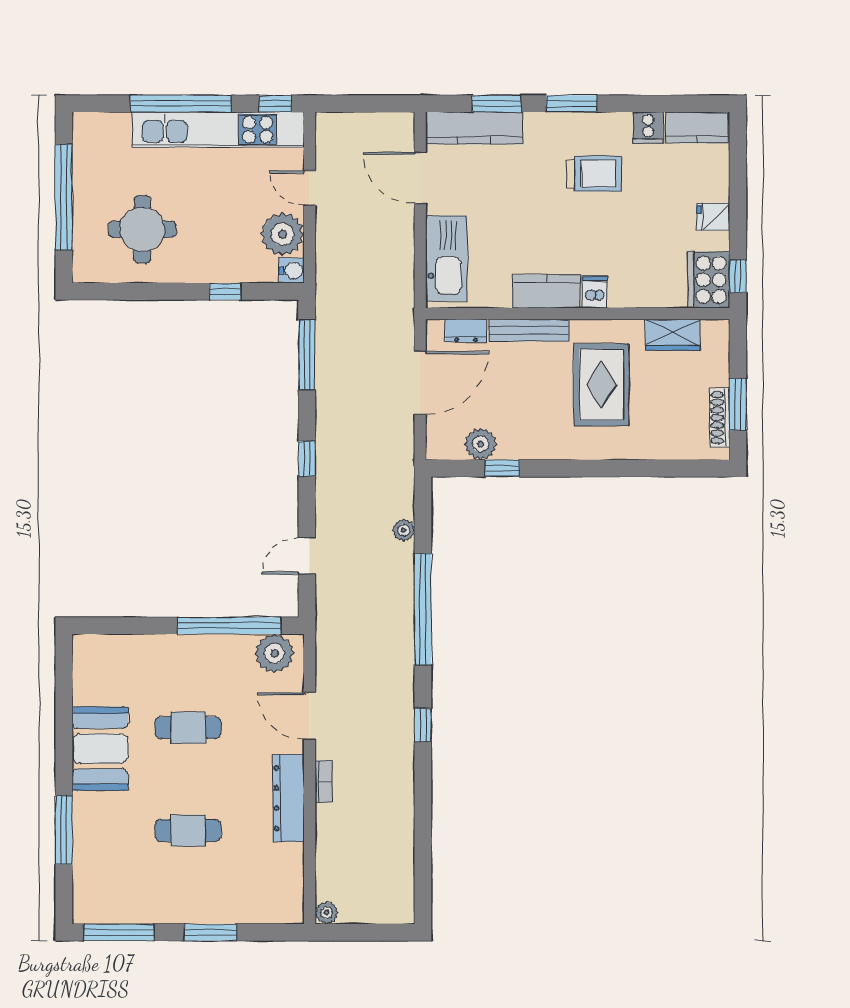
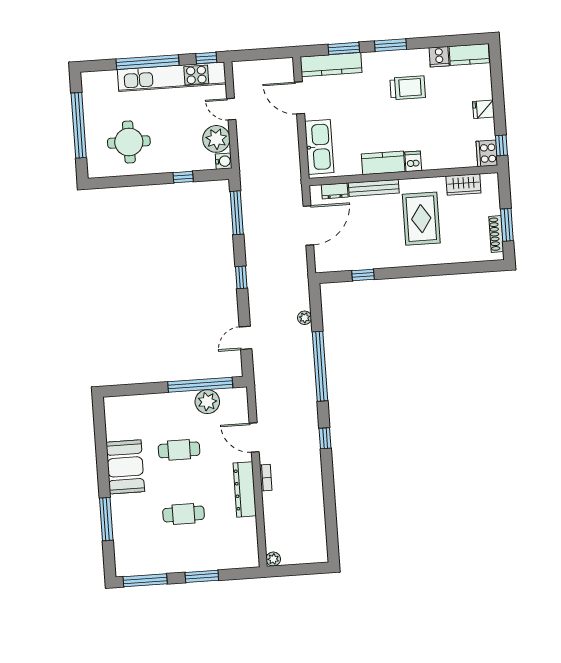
cooker: (709, 280) -> (487, 153), width x0.73, depth x0.76
plant: (481, 444) -> (349, 261), removed
plant: (274, 653) -> (207, 402), moved

